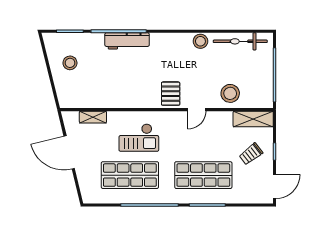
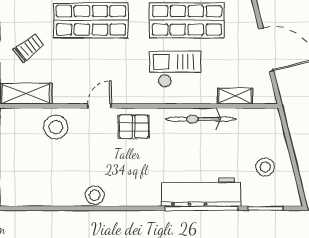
workbench: (127, 41) -> (201, 192), width x1.36, depth x1.32
bicycle: (240, 41) -> (201, 119), moved, turned 180
pallet: (171, 94) -> (134, 127), turned 90

